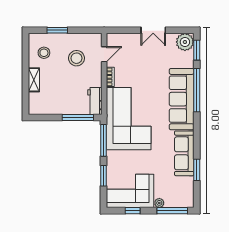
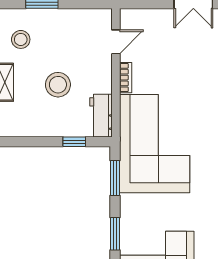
stool: (77, 58) -> (58, 85), moved
window: (78, 118) -> (74, 142), width x0.46
window: (104, 140) -> (115, 178), width x0.69

